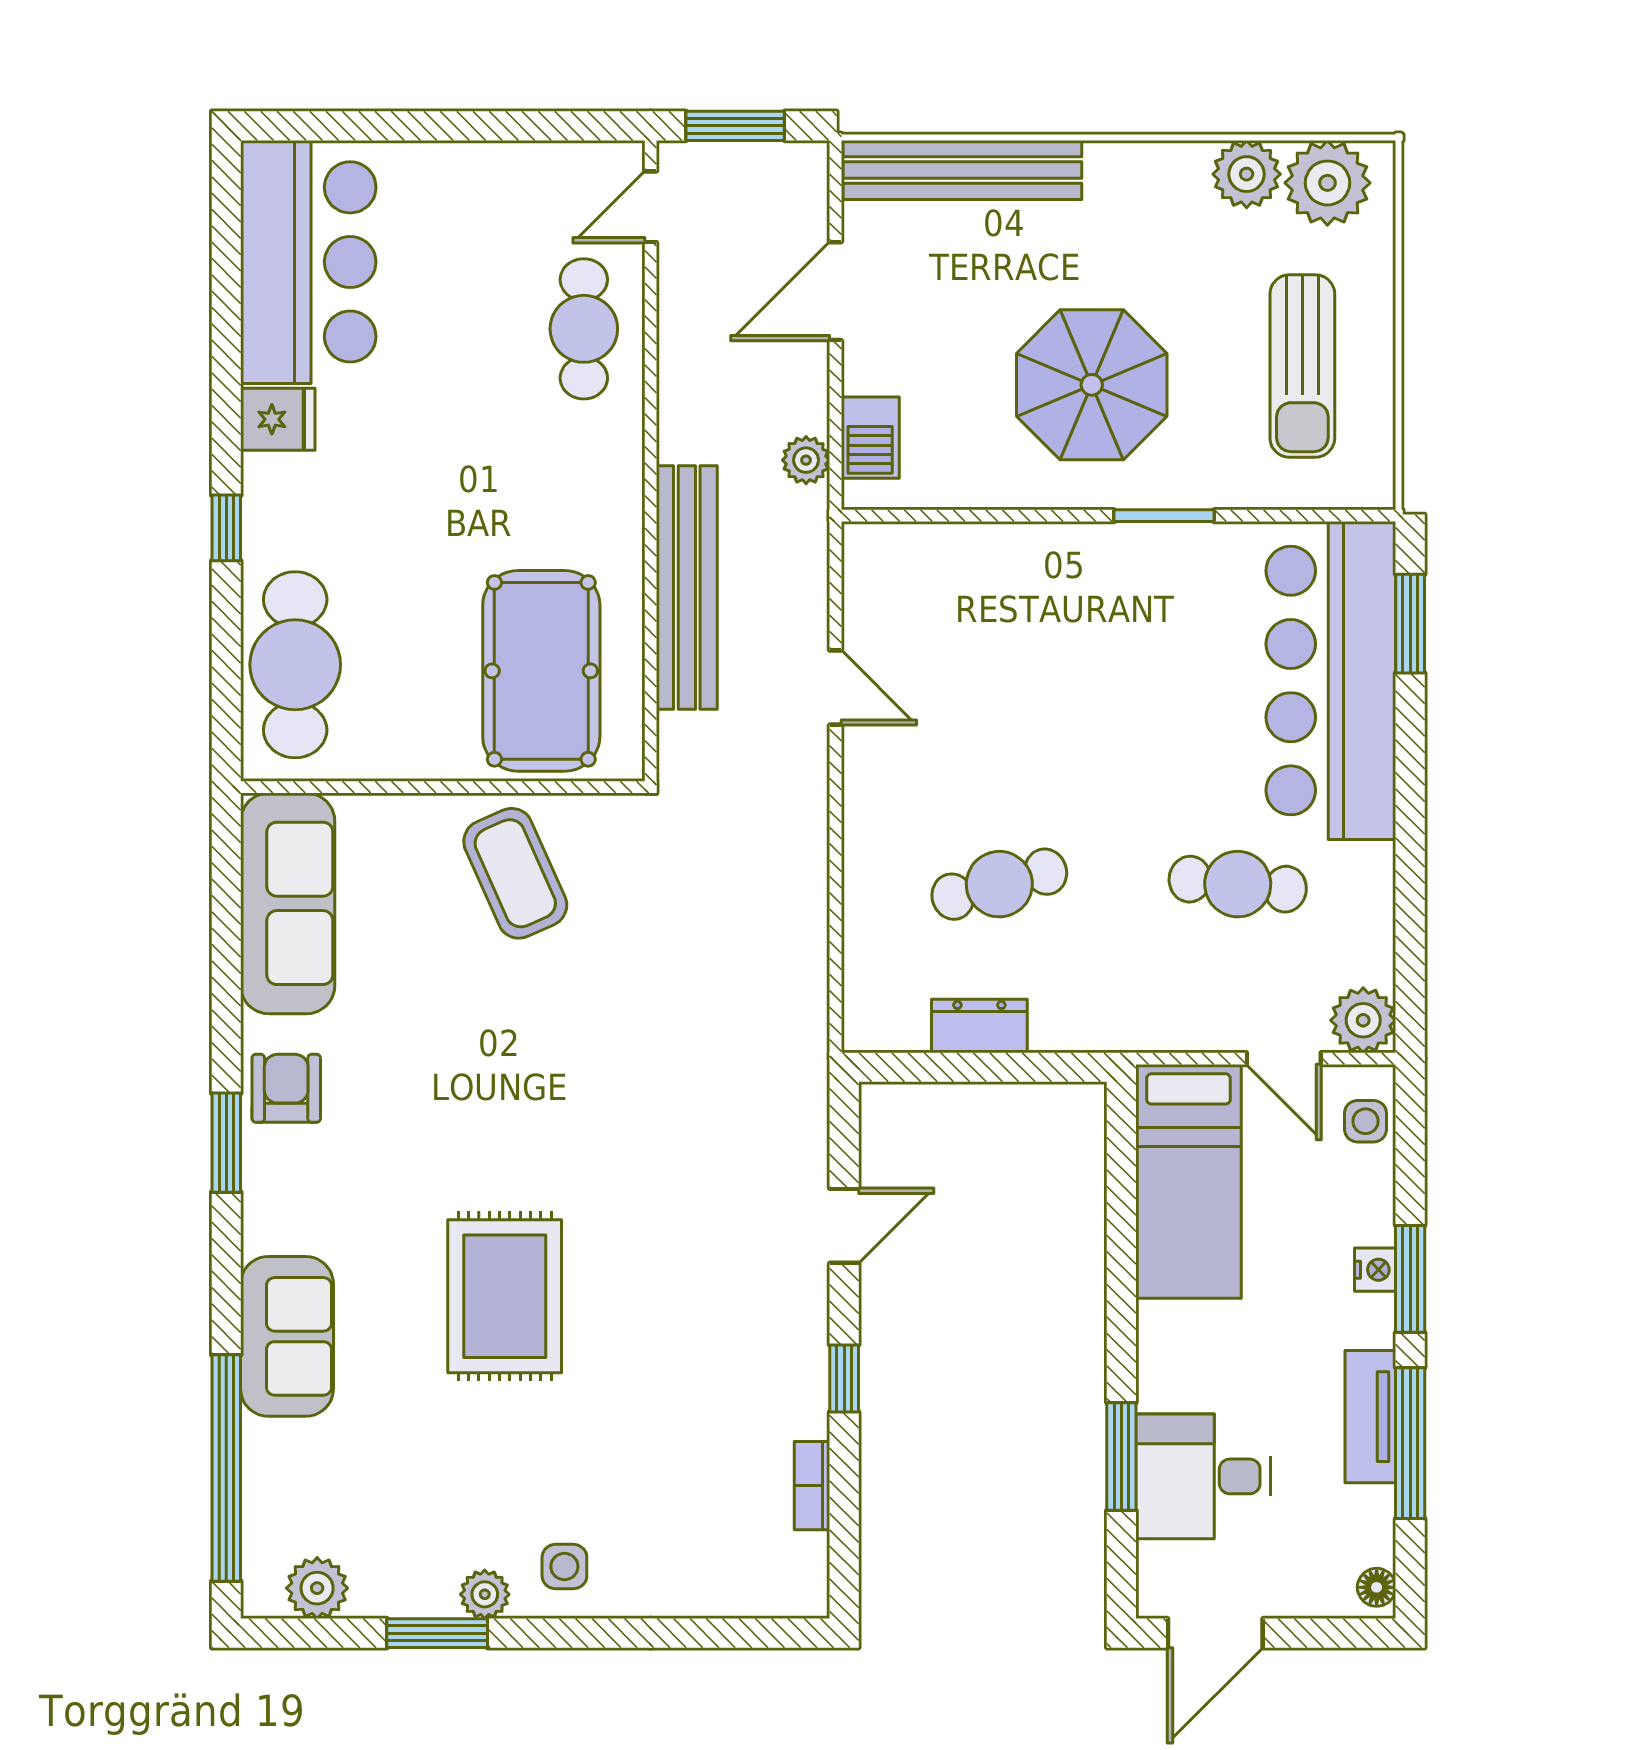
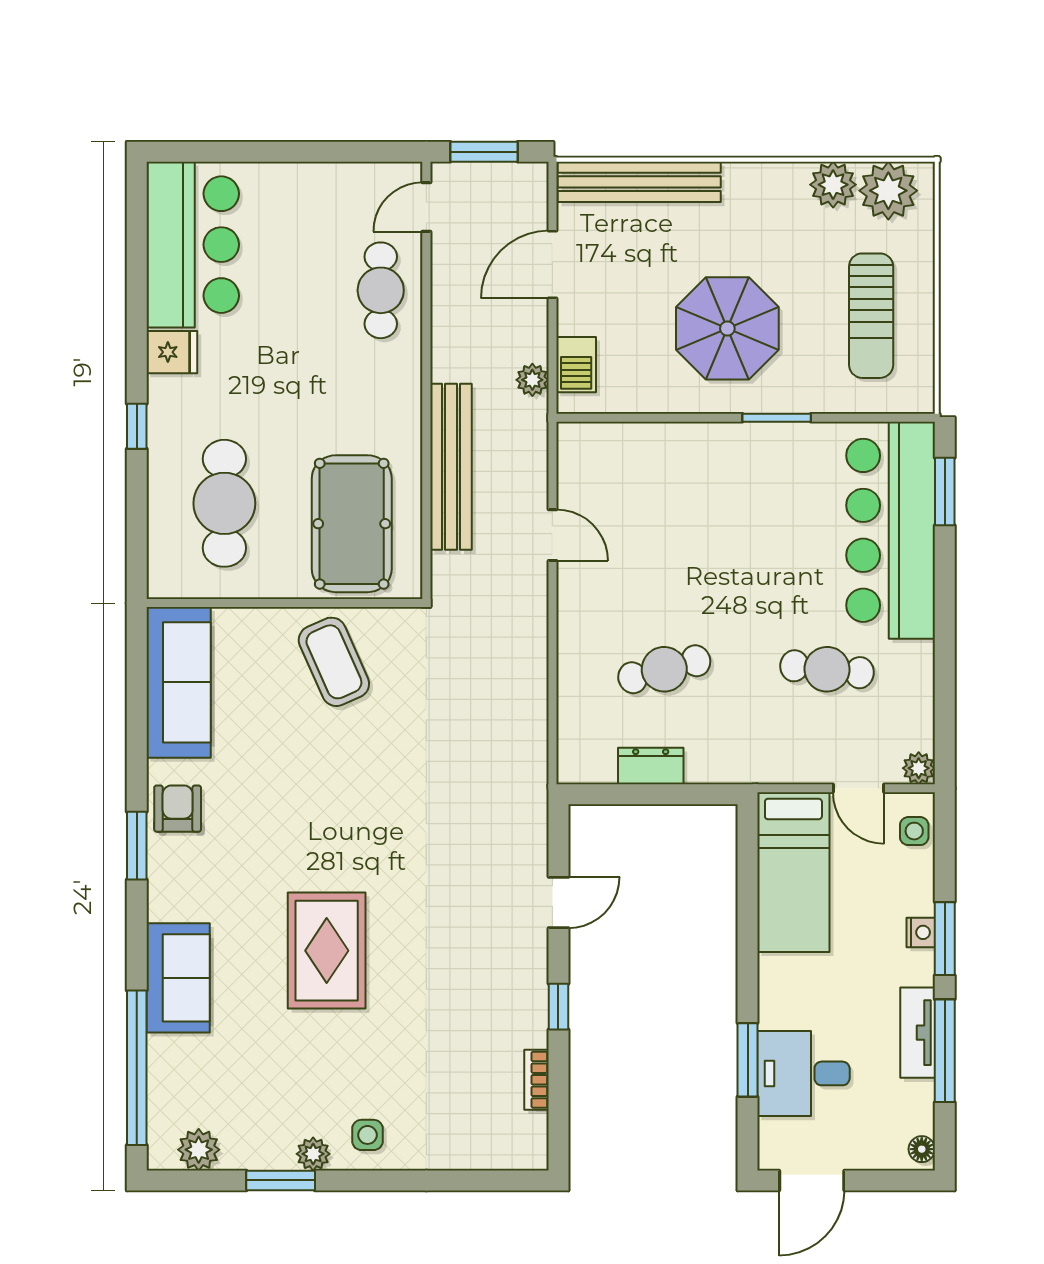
cafe table: (295, 665) -> (224, 503), moved
plant: (1363, 1020) -> (919, 768), width x0.73, depth x0.73

